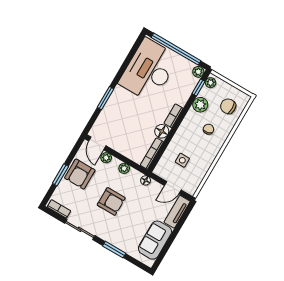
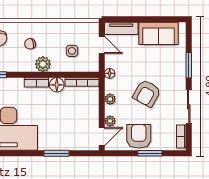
plant: (200, 105) -> (43, 64), moved
armchair: (80, 174) -> (139, 136), turned -90
armchair: (111, 201) -> (147, 93), turned -151

